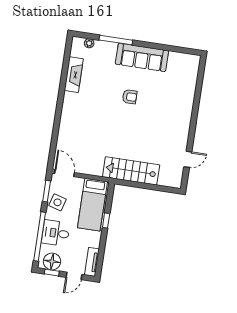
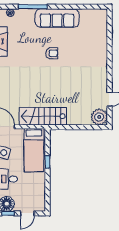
stairs: (131, 171) -> (43, 116), moved
plant: (173, 178) -> (99, 117), added
tv unit: (92, 262) -> (41, 199), removed

